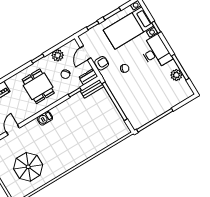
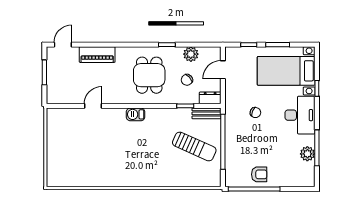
armchair: (102, 63) -> (259, 174), moved
sun lounger: (97, 116) -> (194, 146), added
parasol: (28, 167) -> (85, 156), removed

